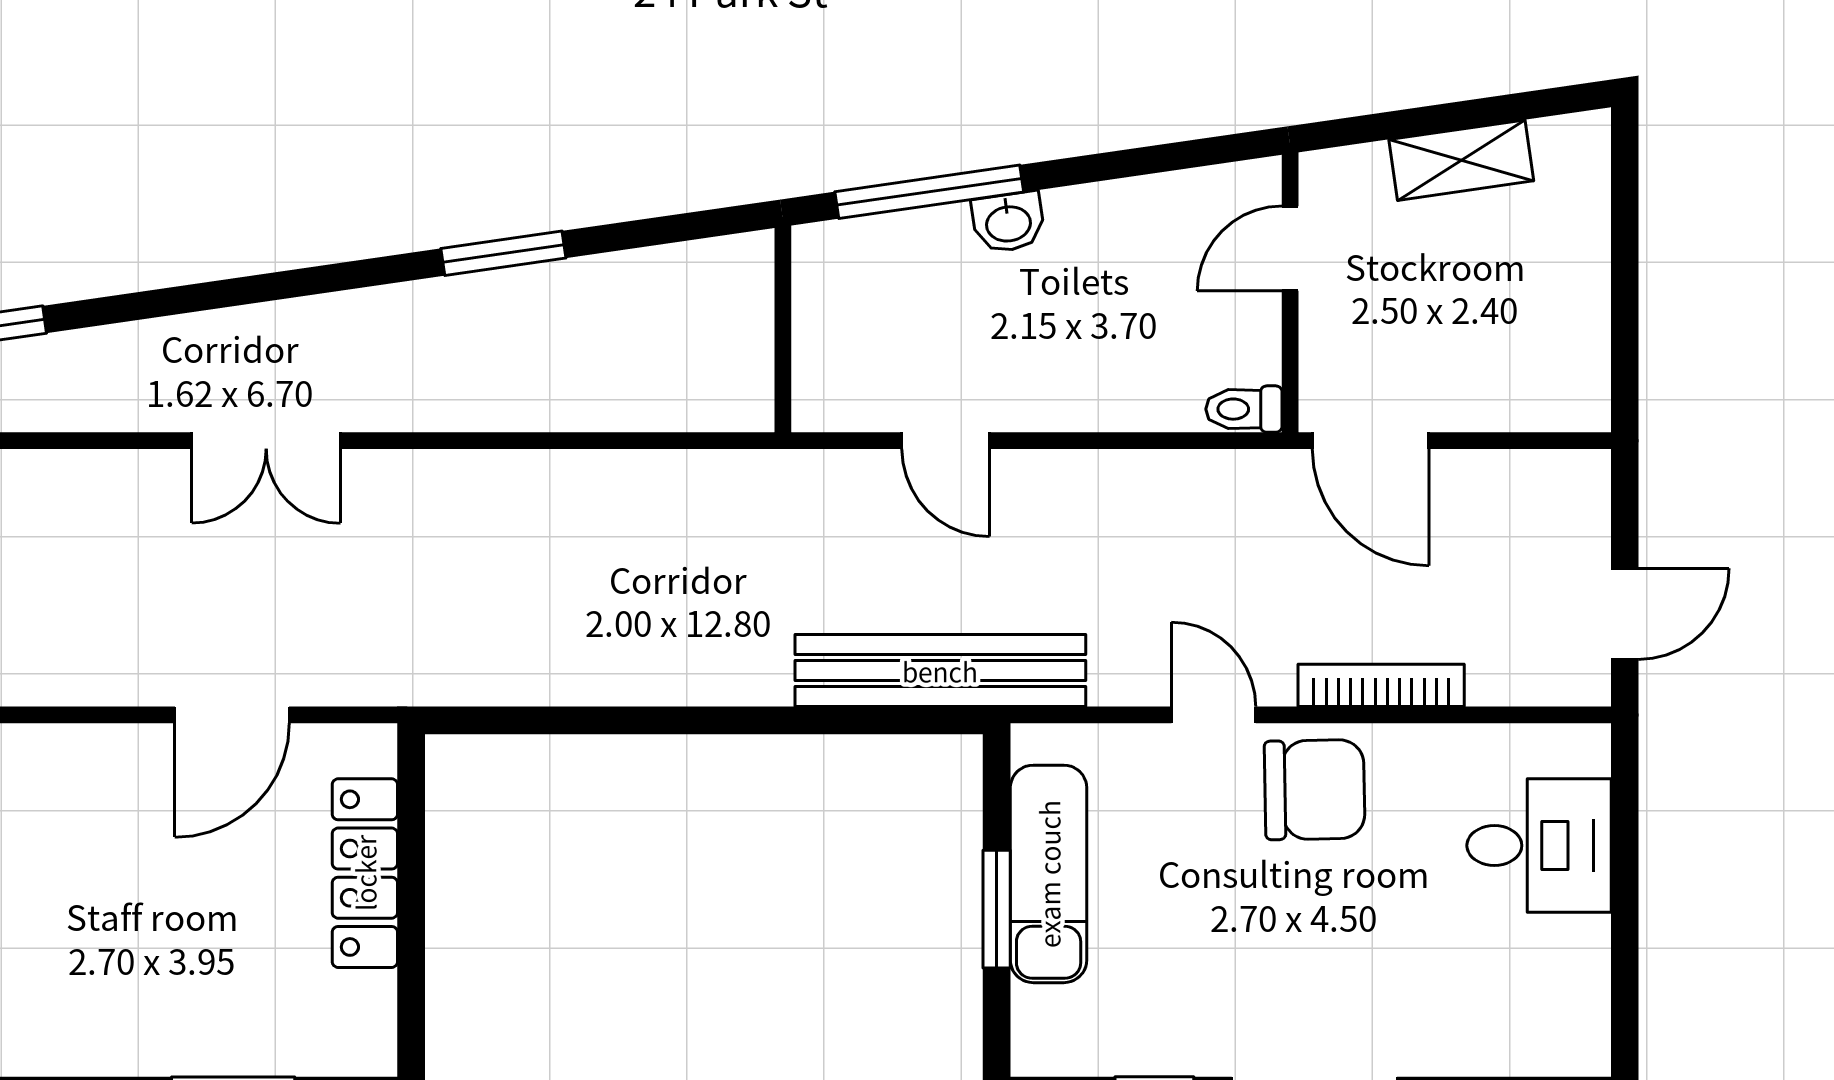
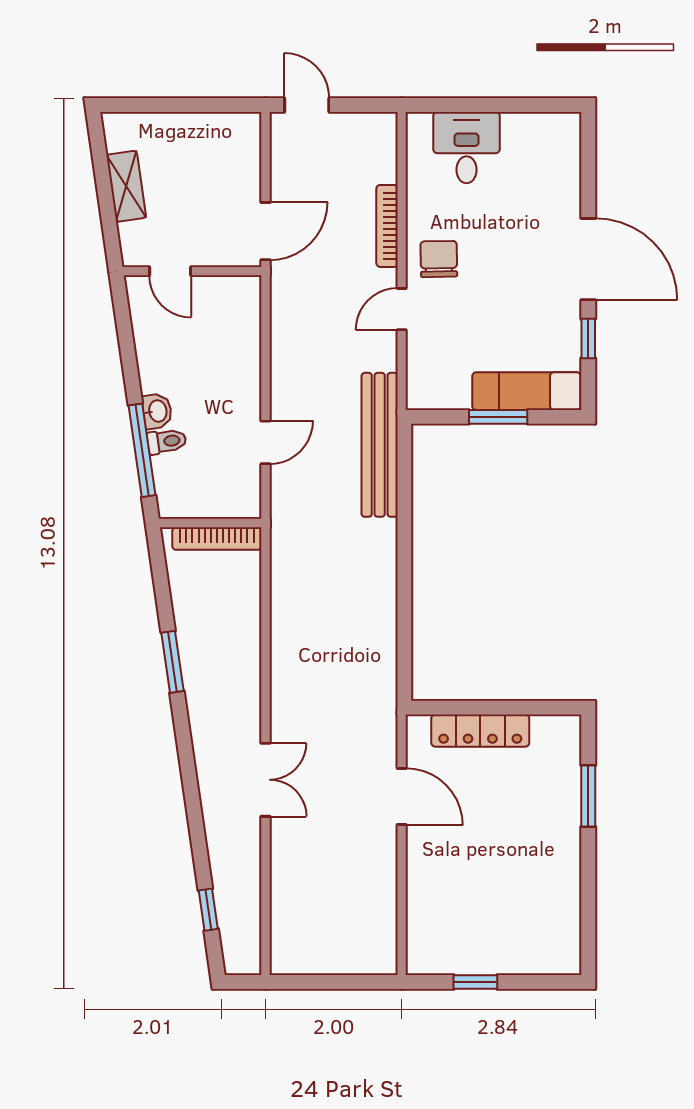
bookcase: (752, 343) -> (217, 539), added
toilet: (1244, 409) -> (167, 441), moved, turned -98
door: (1625, 614) -> (307, 105), moved
chair: (1315, 790) -> (439, 259), width x0.73, depth x0.73
exam couch: (1049, 874) -> (526, 391), moved

